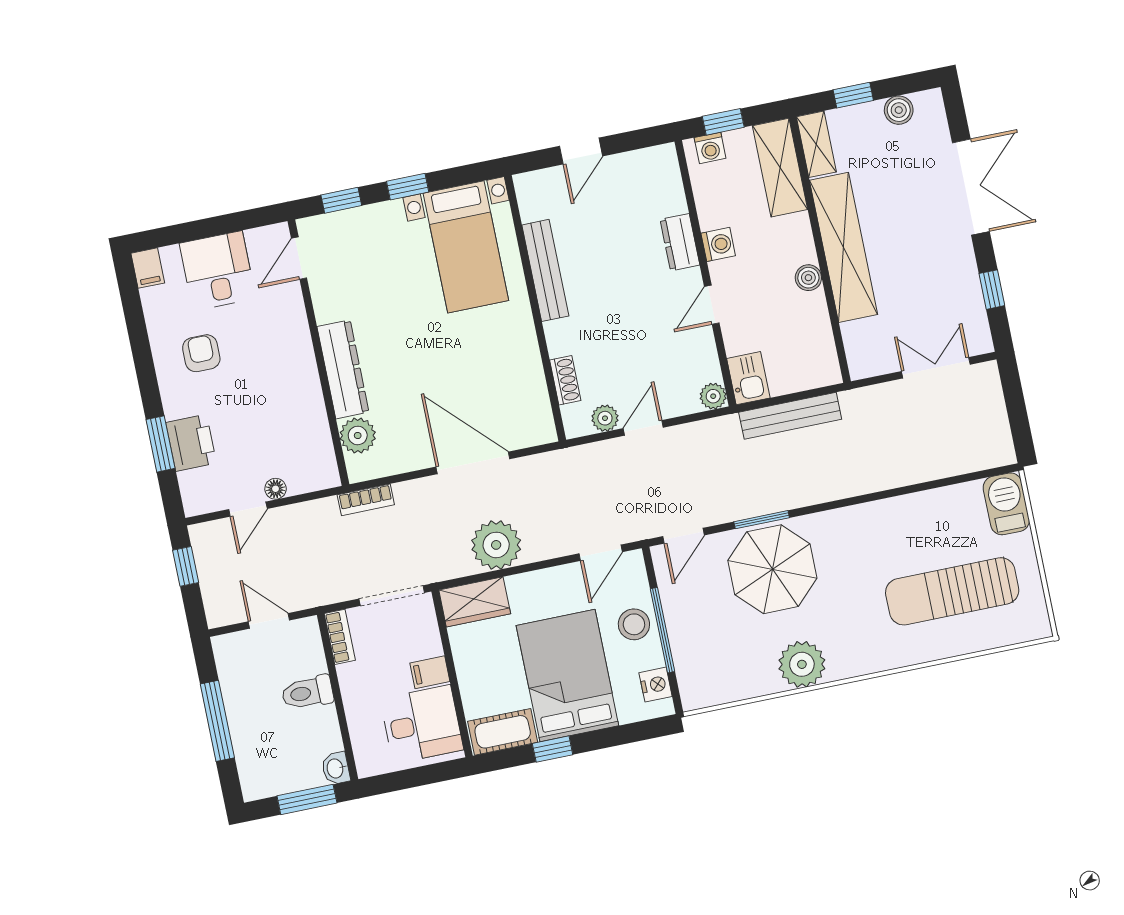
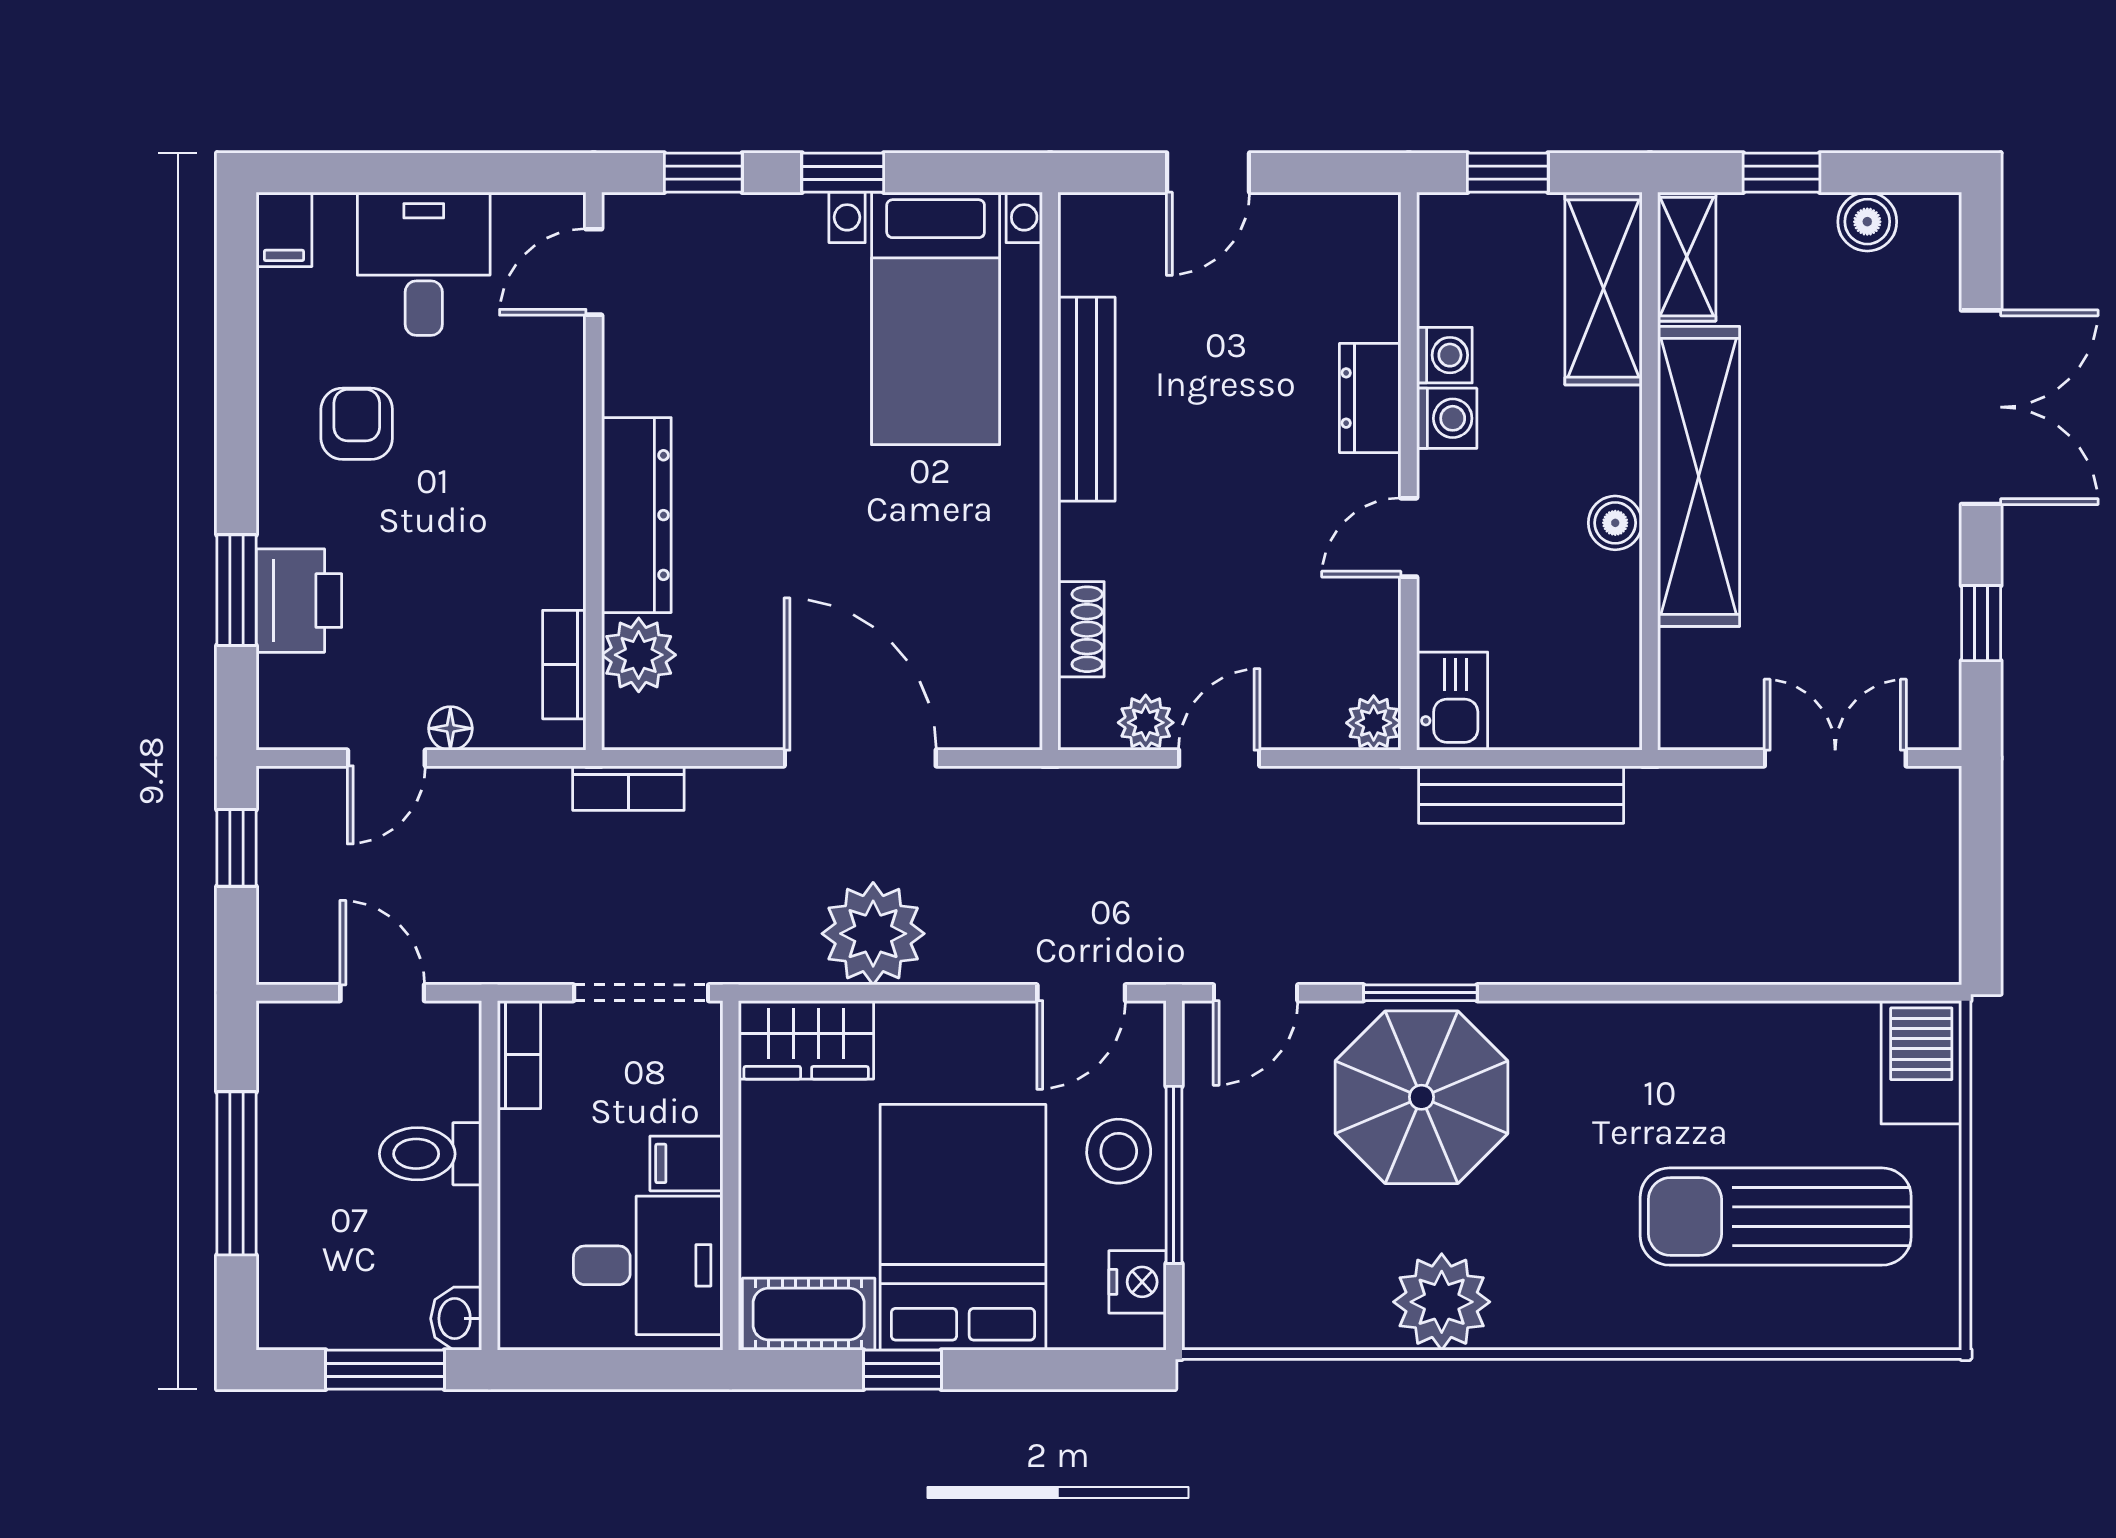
washing machine: (710, 148) -> (1444, 355), moved, turned -90
bookcase: (323, 447) -> (564, 665), added

